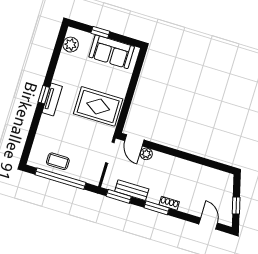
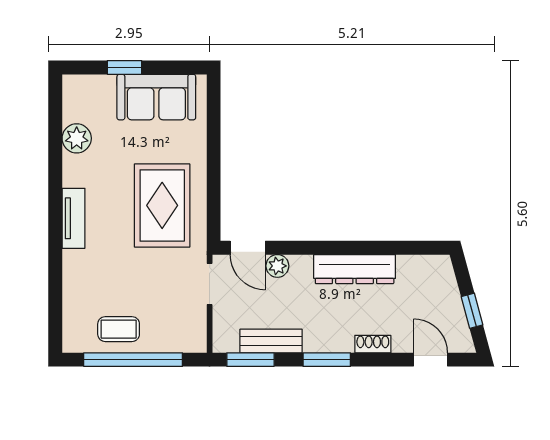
plant: (71, 45) -> (77, 138), moved
window: (44, 95) -> (55, 214), removed
rug: (98, 106) -> (162, 205), turned 90
dresser: (184, 167) -> (355, 269), added
shoe rack: (169, 203) -> (373, 344), moved

